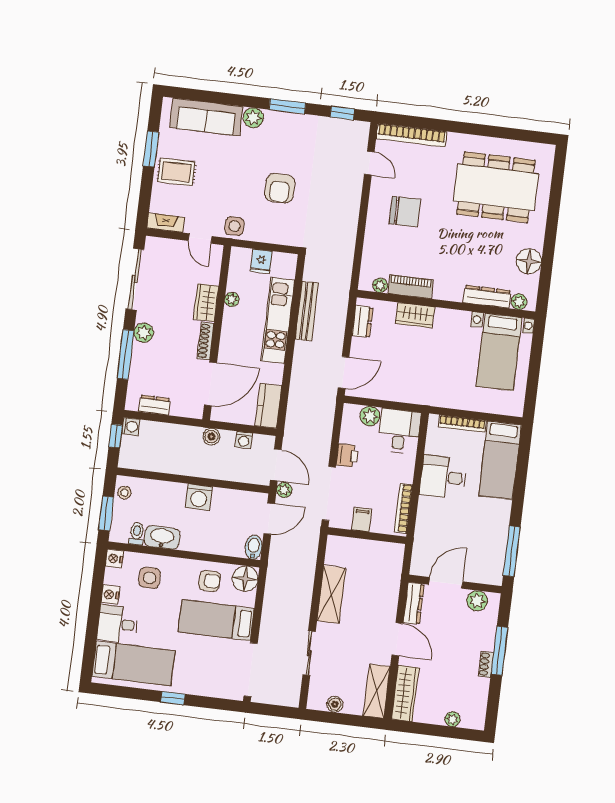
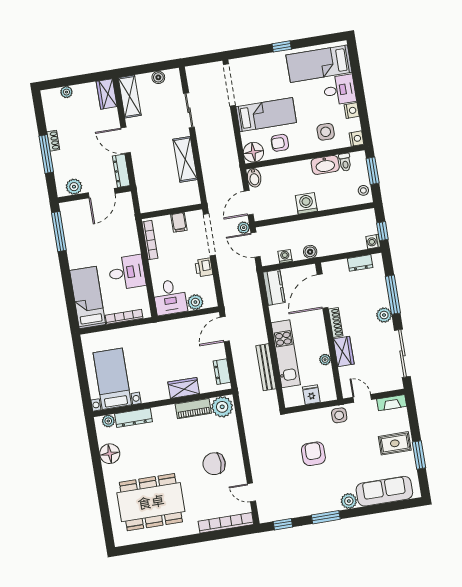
plant: (380, 285) -> (222, 407), width x1.88, depth x1.88
wardrobe: (405, 693) -> (107, 94), width x0.67

